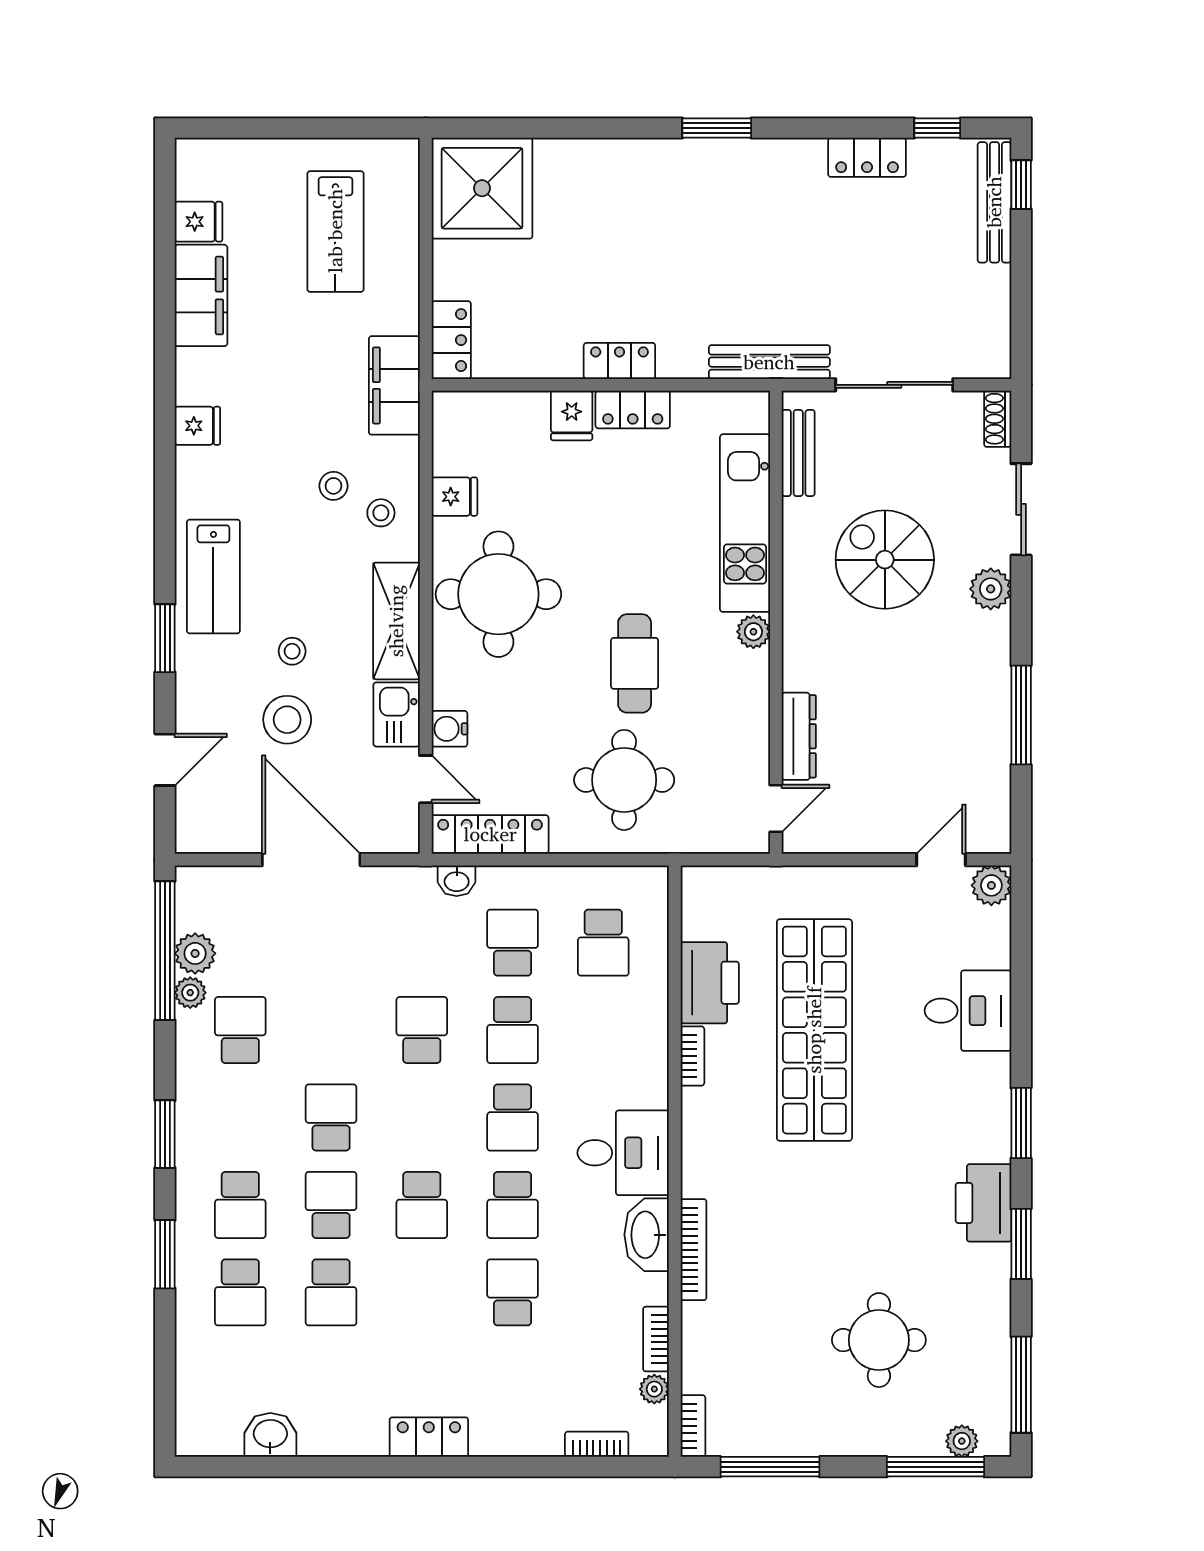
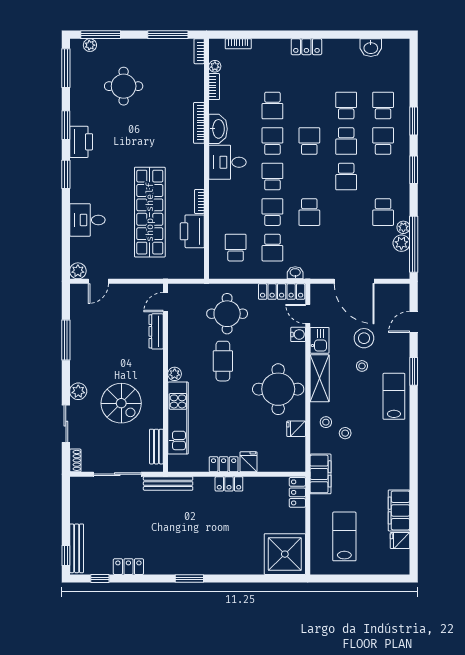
fridge: (197, 426) -> (400, 458), removed

